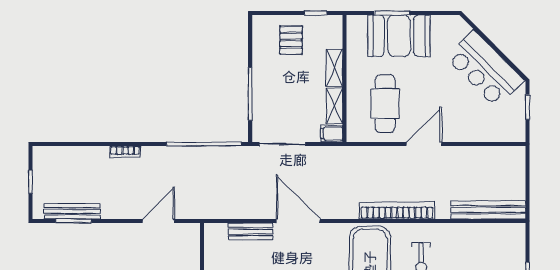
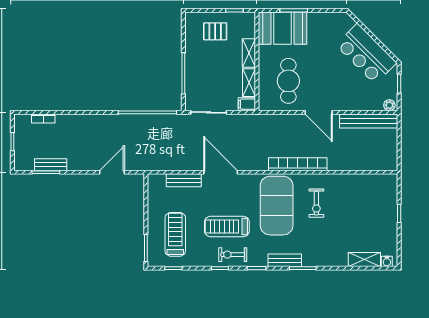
booth: (399, 36) -> (282, 28), moved
pallet: (291, 40) -> (215, 31), turned 90
plant: (515, 135) -> (389, 105), added
door: (424, 144) -> (319, 112), swing flipped
bookcase: (125, 152) -> (43, 118), moved
bench: (488, 210) -> (369, 121), moved
bench: (72, 211) -> (51, 165), width x0.73

